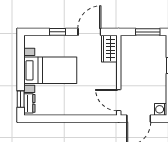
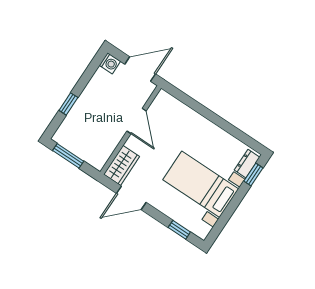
window: (58, 32) -> (179, 230), moved
door: (119, 100) -> (137, 121), moved

